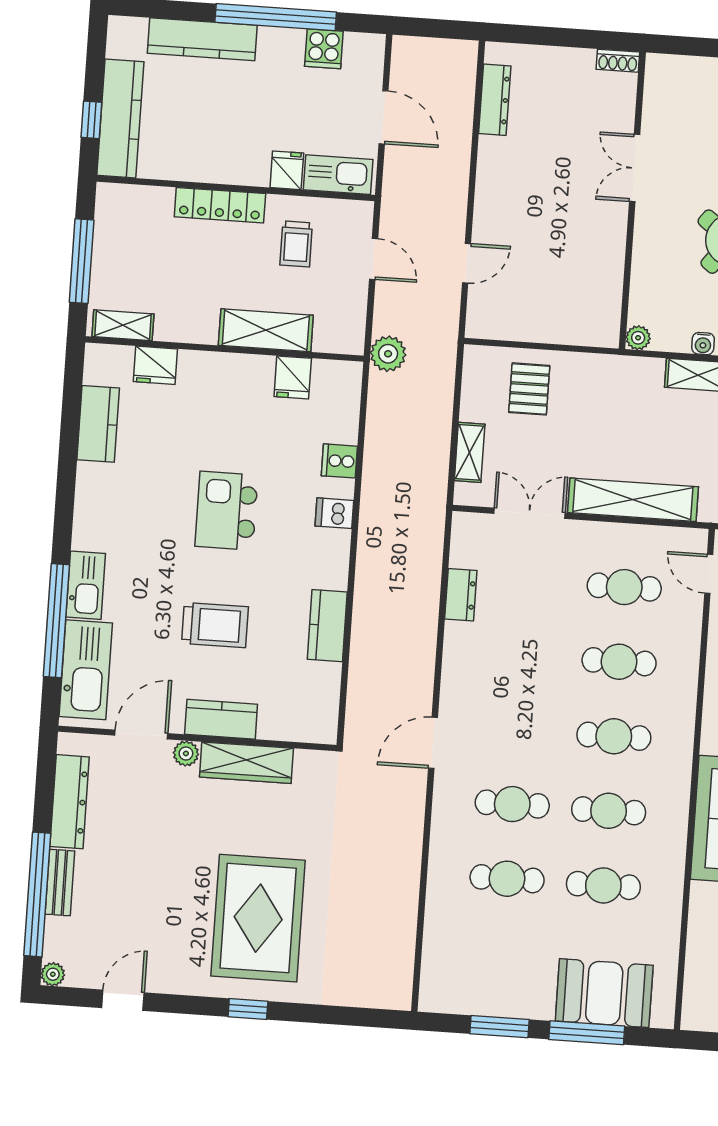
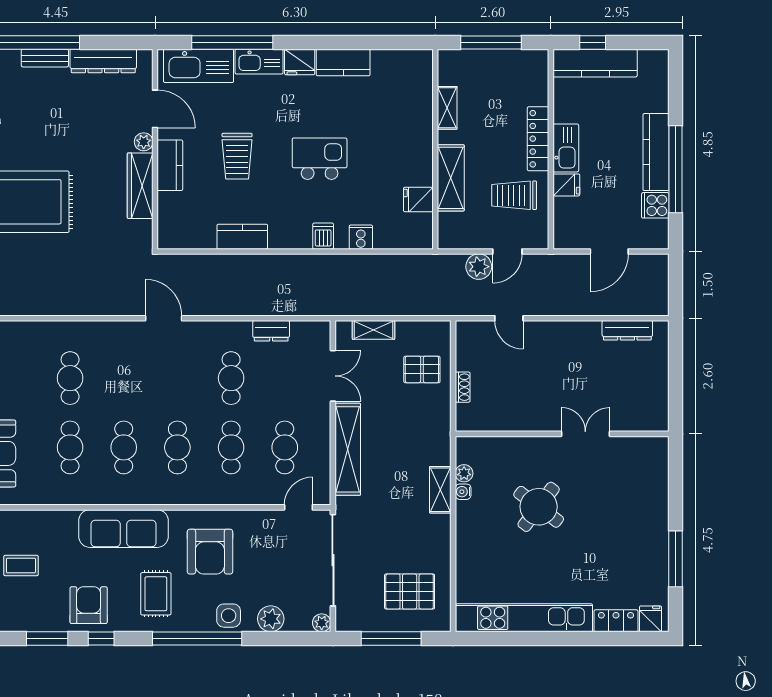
kitchen counter: (202, 39) -> (656, 152), moved
shoe rack: (618, 61) -> (463, 387), moved, turned 180
kitchen sink: (338, 175) -> (566, 148), moved
trolley: (296, 244) -> (514, 195), width x1.36, depth x1.39
shelving: (123, 325) -> (447, 108), moved
plant: (638, 338) -> (464, 473), moved
plant: (388, 354) -> (479, 267), moved
fridge: (155, 365) -> (300, 62), moved, turned -90
kitchen counter: (98, 424) -> (343, 63), moved
cafe table: (512, 804) -> (231, 378), moved

